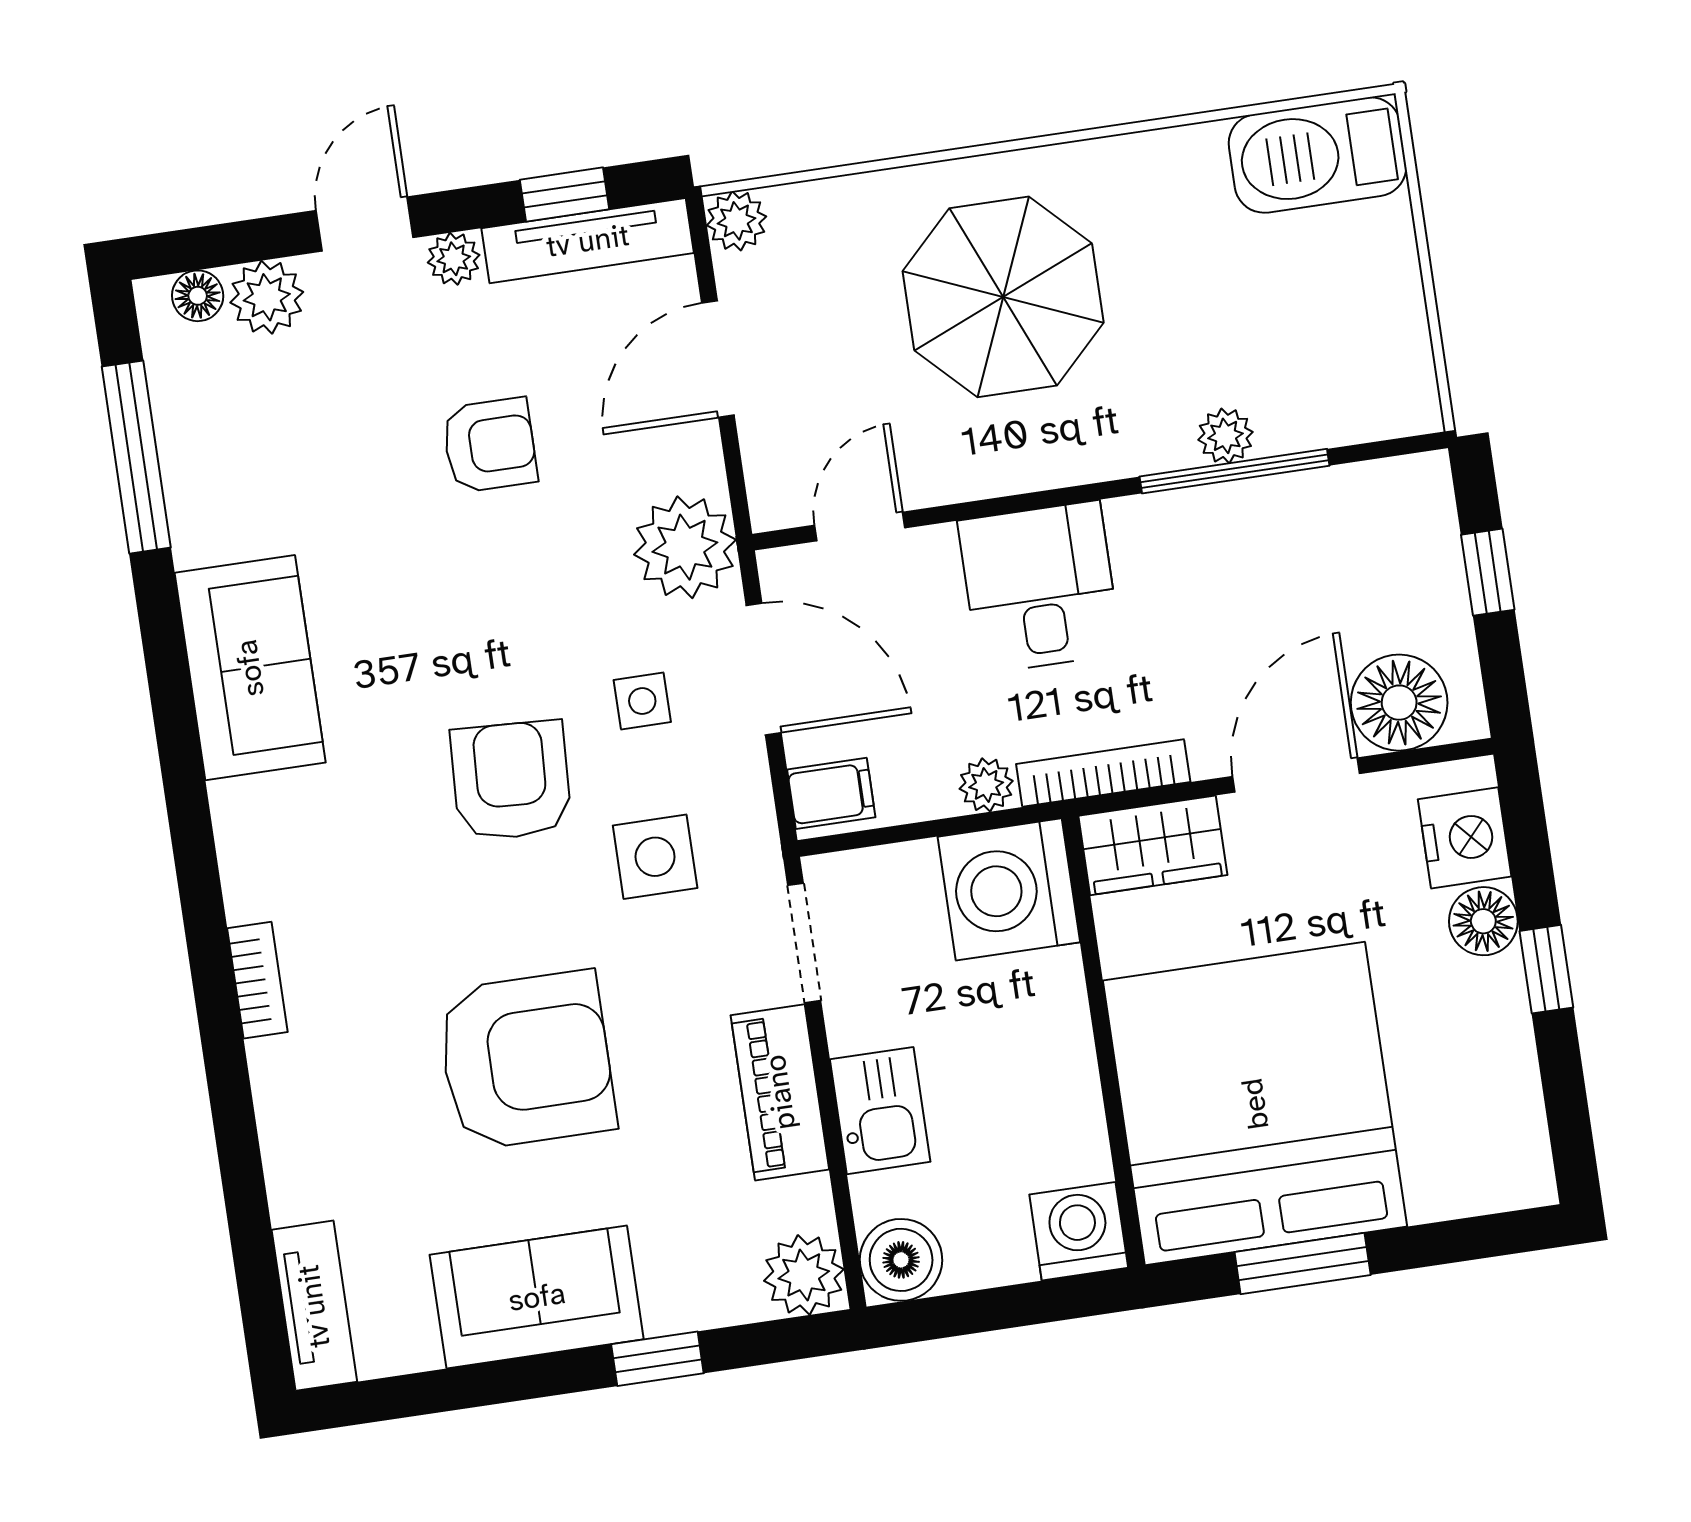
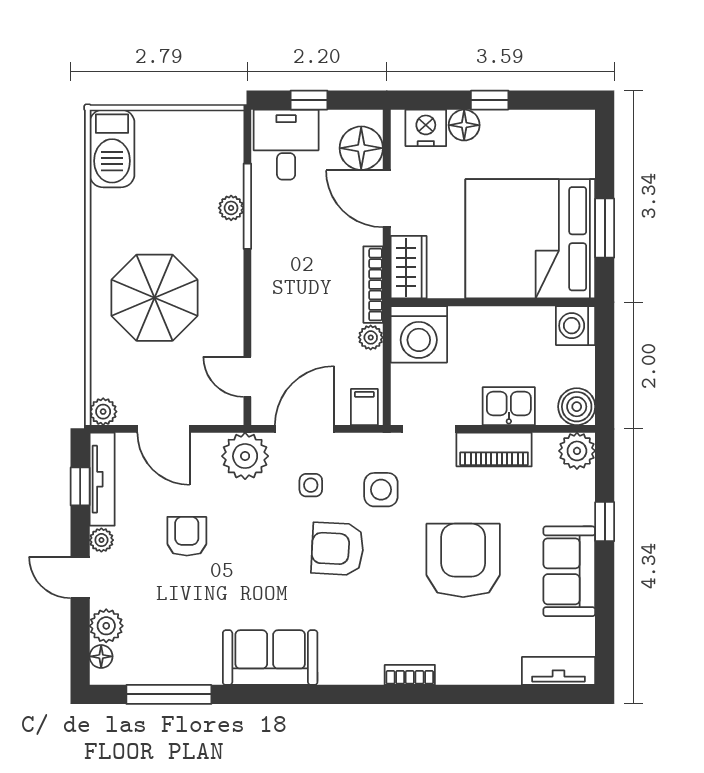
desk: (1040, 587) -> (286, 145), moved, turned 90

